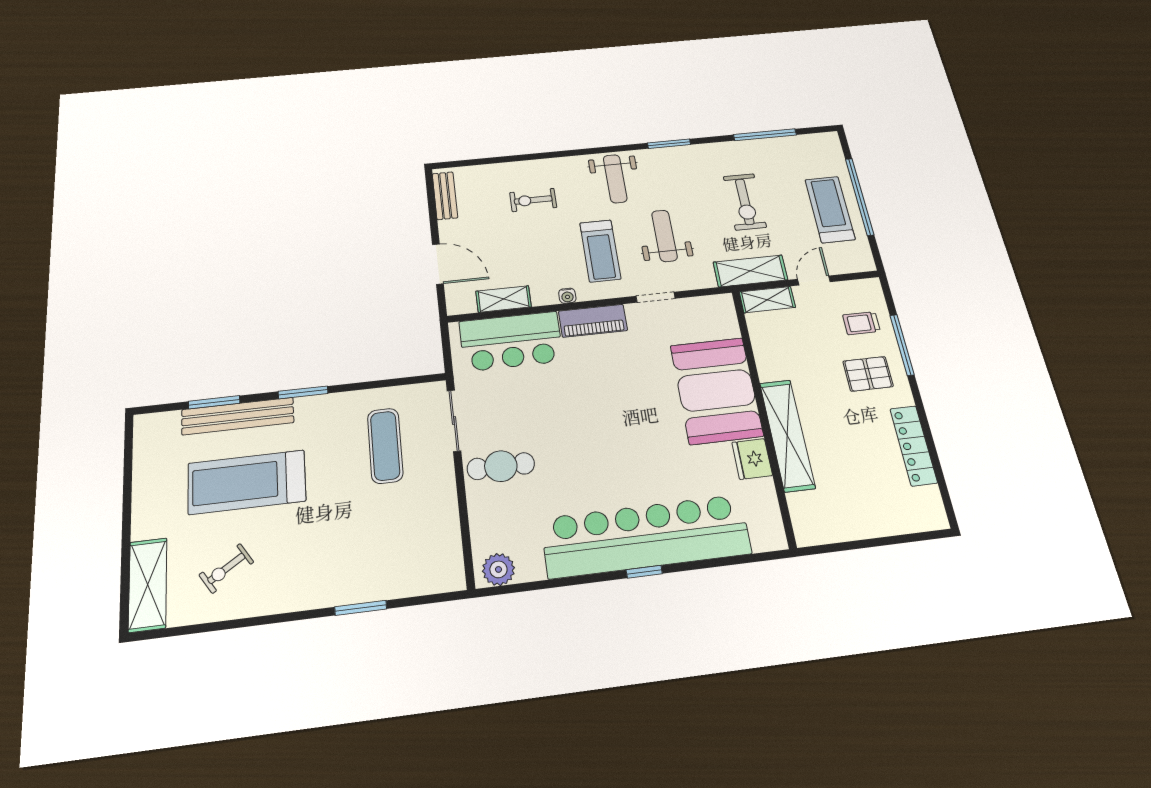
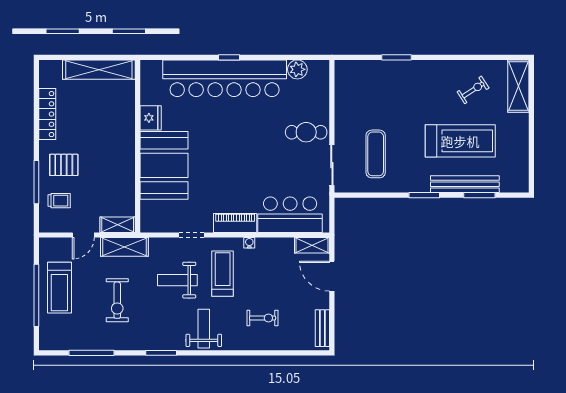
exercise bike: (745, 202) -> (117, 300), turned 180
weight bench: (664, 236) -> (177, 280), turned 90
shelving: (504, 299) -> (312, 245), moved
shelving: (787, 435) -> (99, 70), moved, turned 90
plant: (498, 569) -> (297, 69), moved

